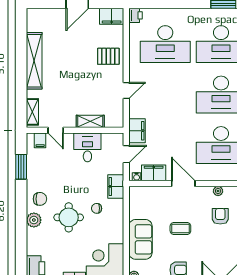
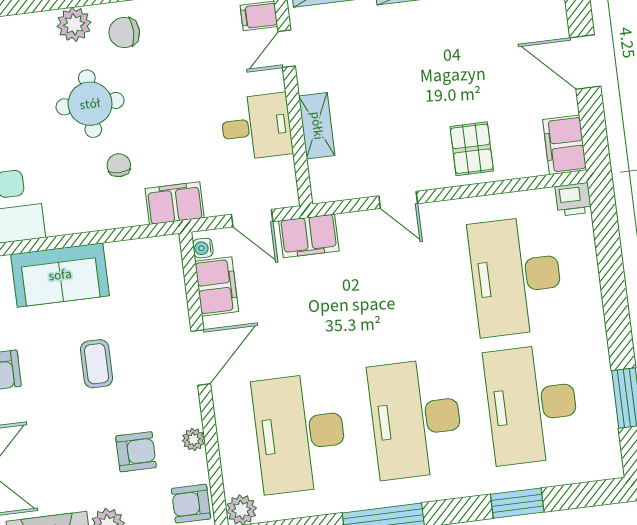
chair: (40, 199) -> (124, 32), turned 90

